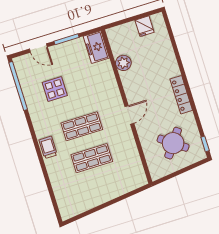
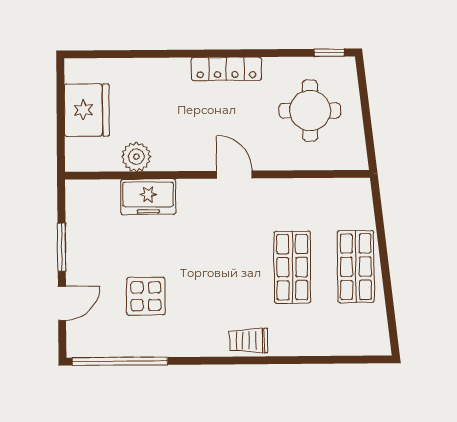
fridge: (145, 26) -> (87, 110), width x1.88, depth x1.34
freezer: (96, 47) -> (148, 197), moved
shop shelf: (82, 126) -> (356, 267), moved
round table: (173, 143) -> (310, 111), turned -36

